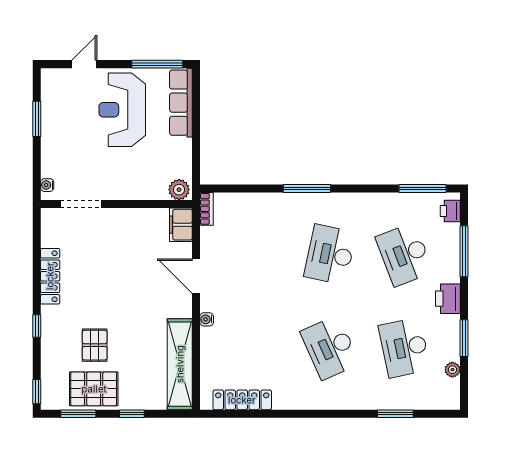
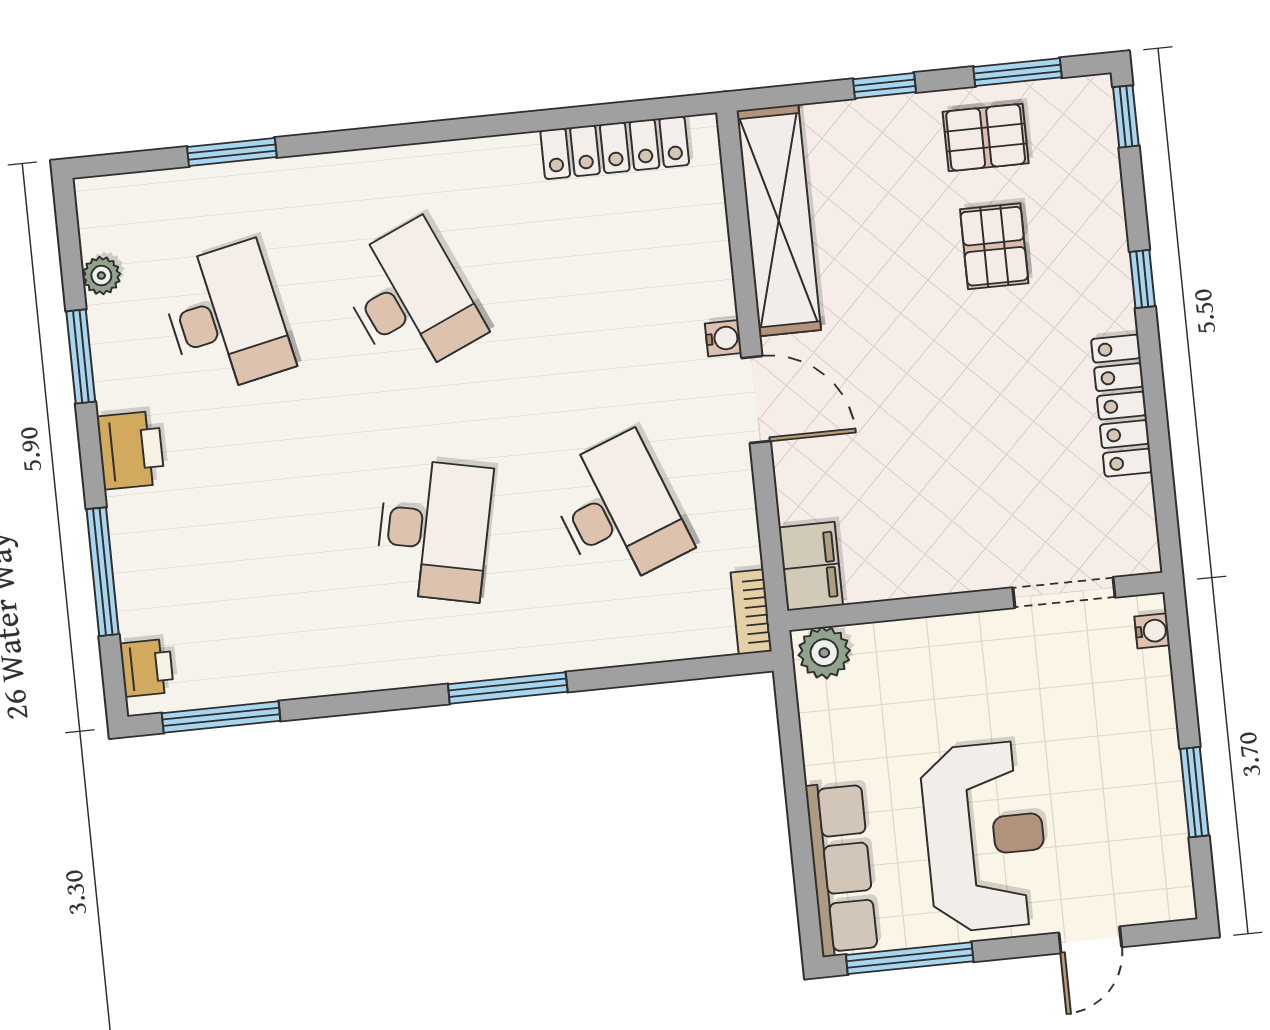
desk: (404, 254) -> (618, 511), moved
door: (196, 276) -> (756, 400), moved
pallet: (94, 389) -> (986, 137), width x0.67, depth x0.71

